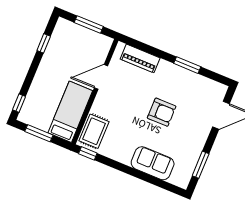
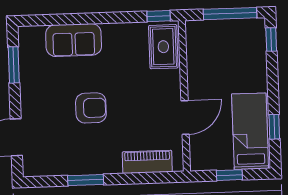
window: (89, 24) -> (229, 175), width x0.67
bed: (70, 112) -> (250, 131), moved, turned 180
armchair: (162, 112) -> (91, 108), turned 180
window: (39, 133) -> (230, 14), width x1.44

